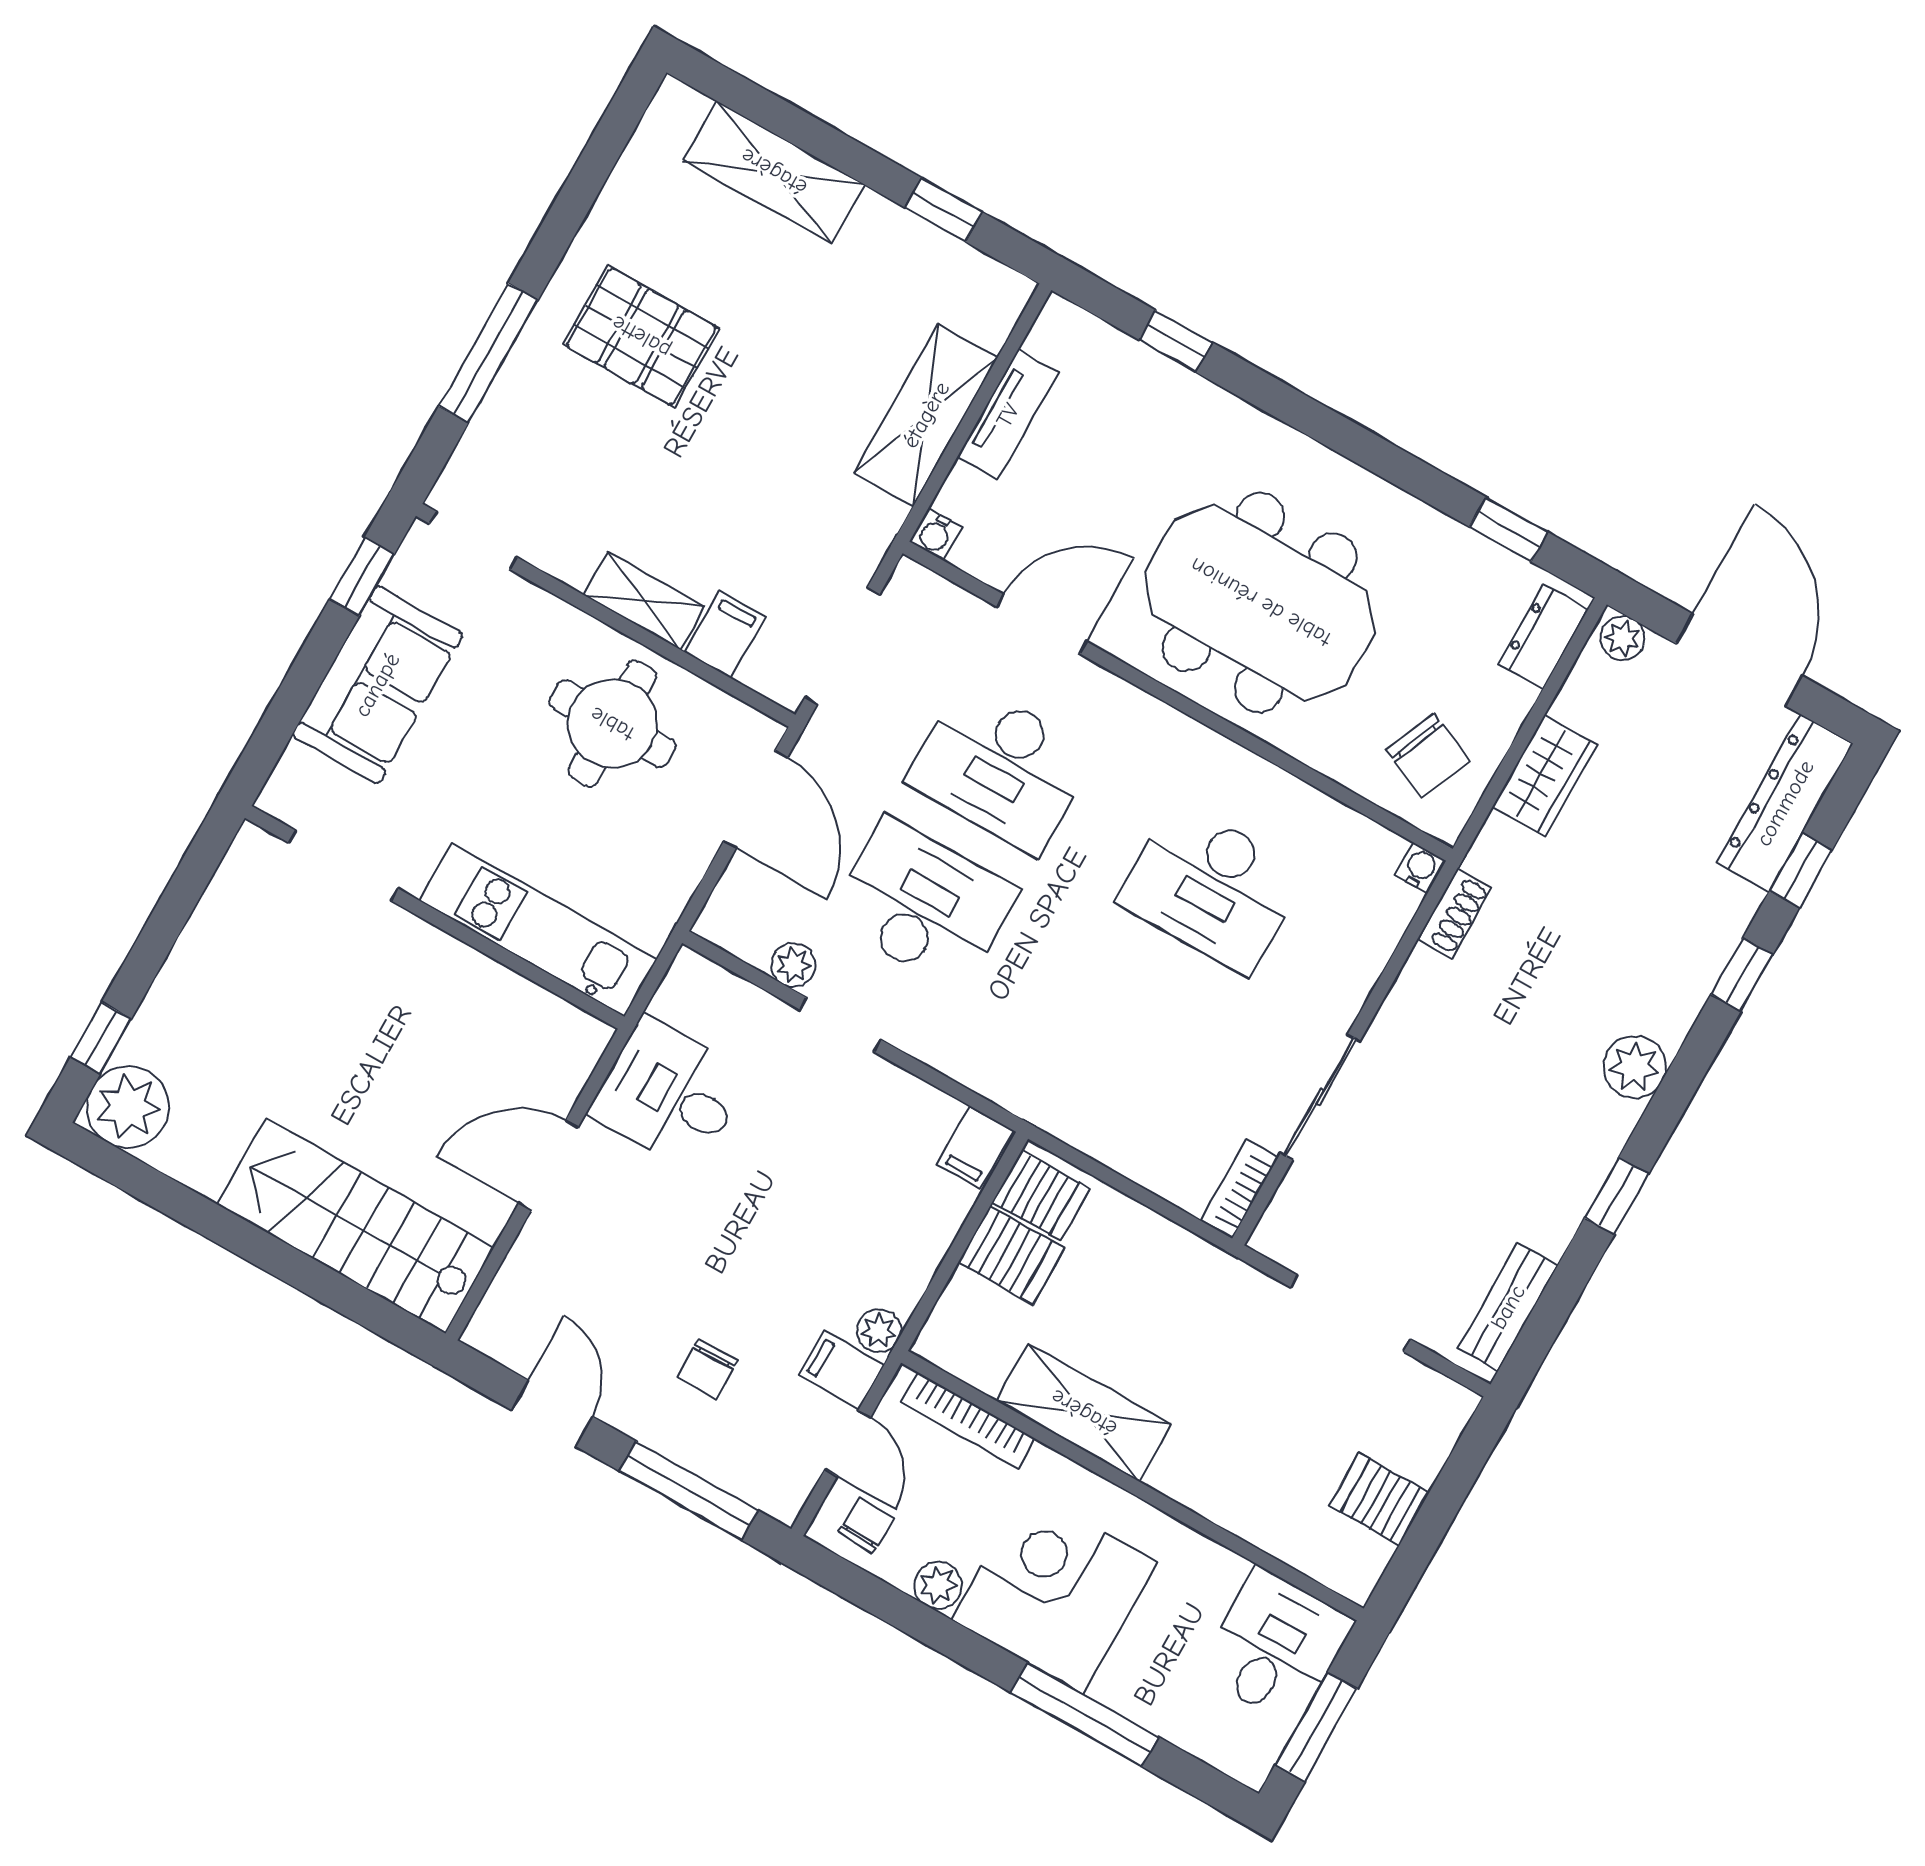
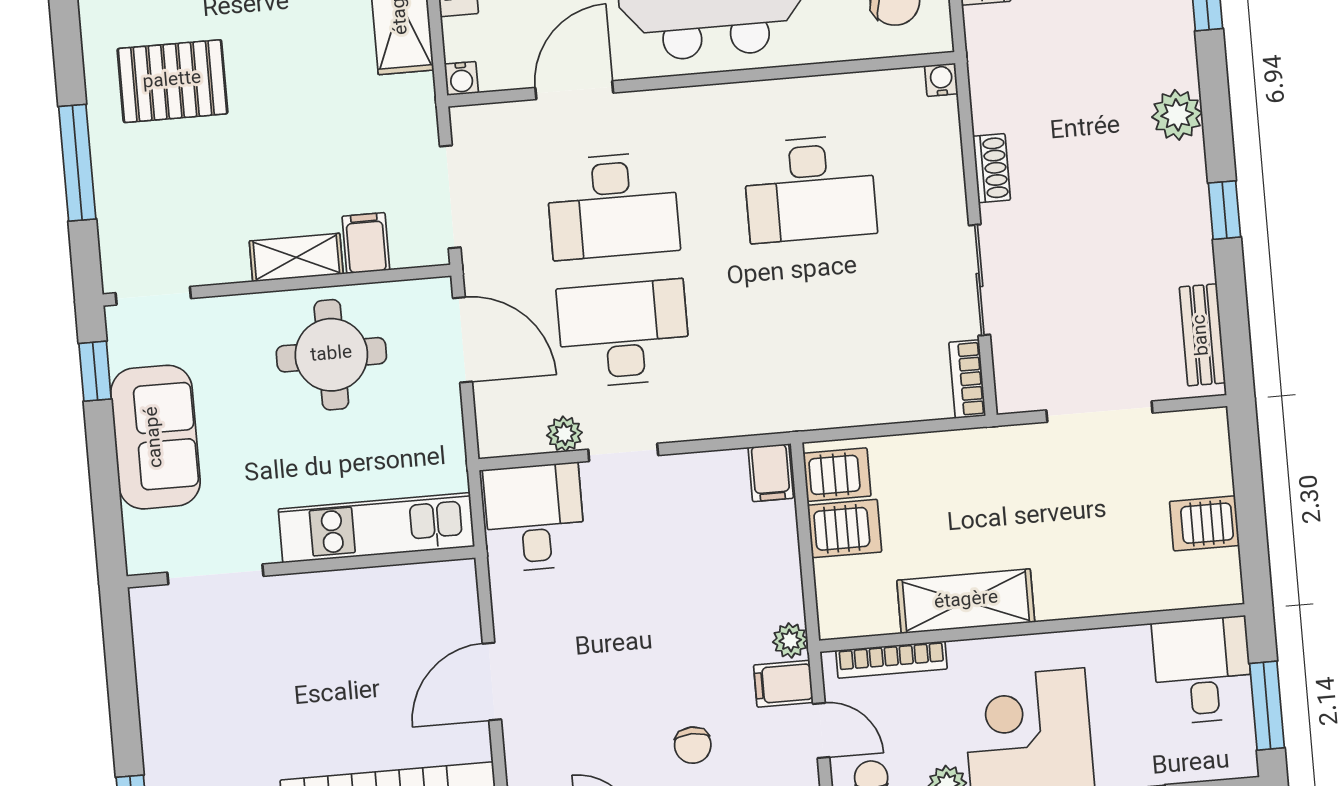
shoe rack: (1455, 913) -> (992, 168), moved
desk: (669, 1094) -> (535, 517), moved, turned 90

